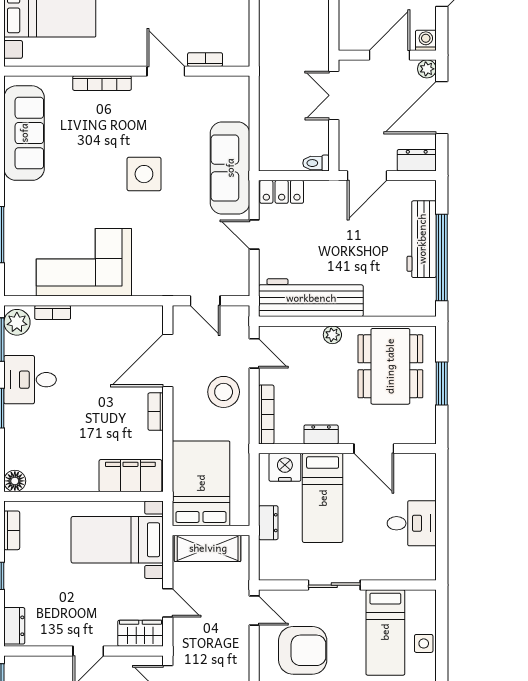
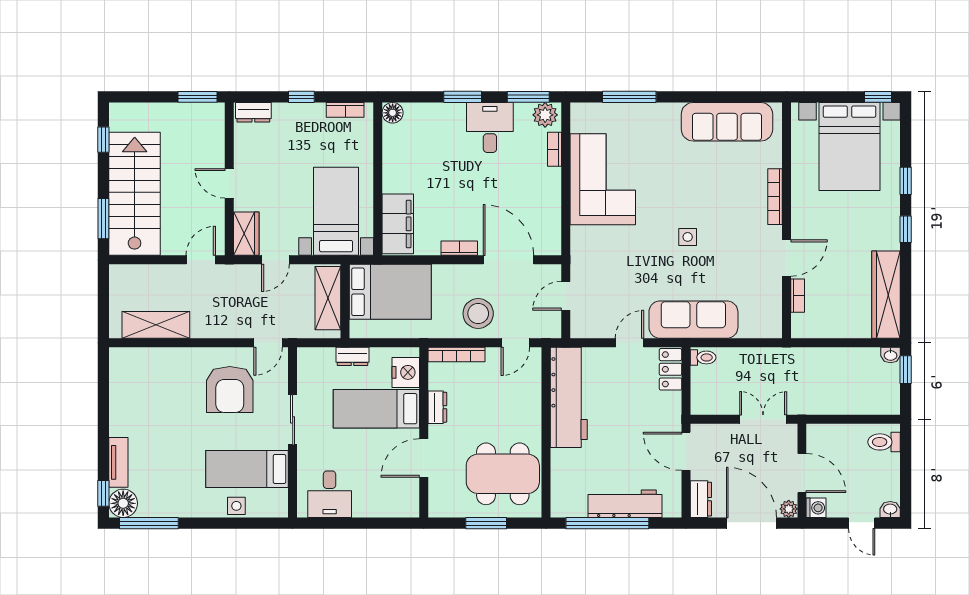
toilet: (316, 163) -> (703, 357), moved, turned 90
side table: (144, 174) -> (688, 237), width x0.54, depth x0.54
plant: (332, 335) -> (533, 418), removed
desk: (412, 523) -> (330, 494), moved

